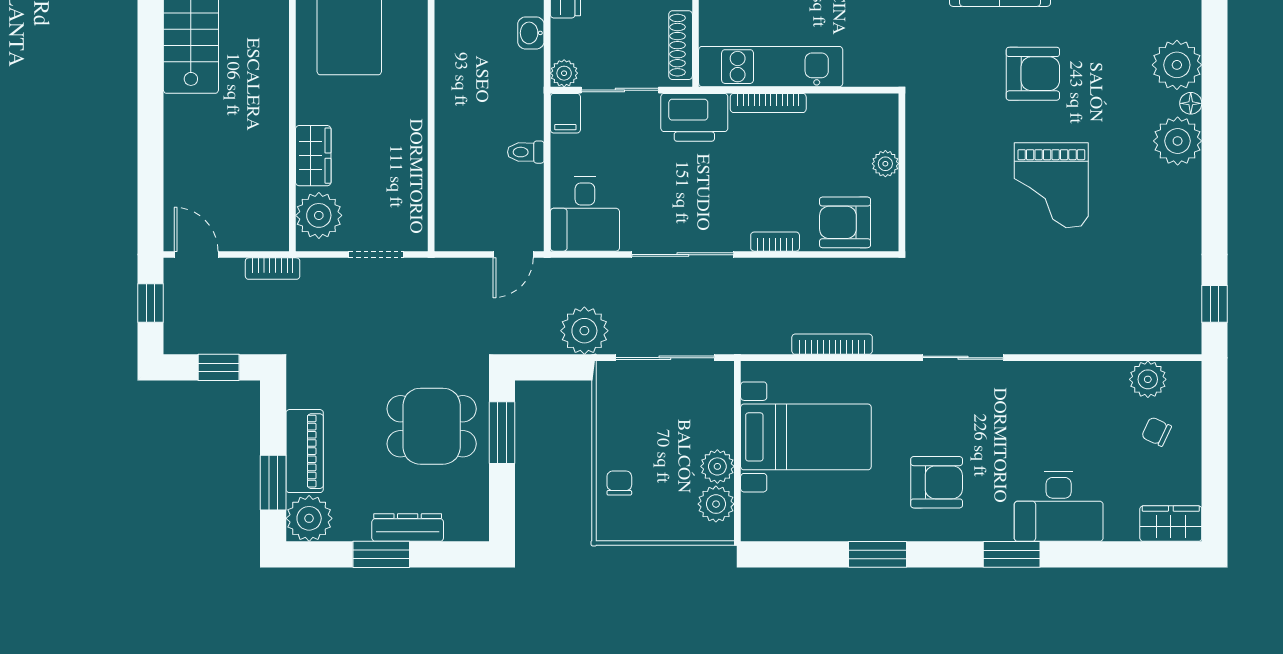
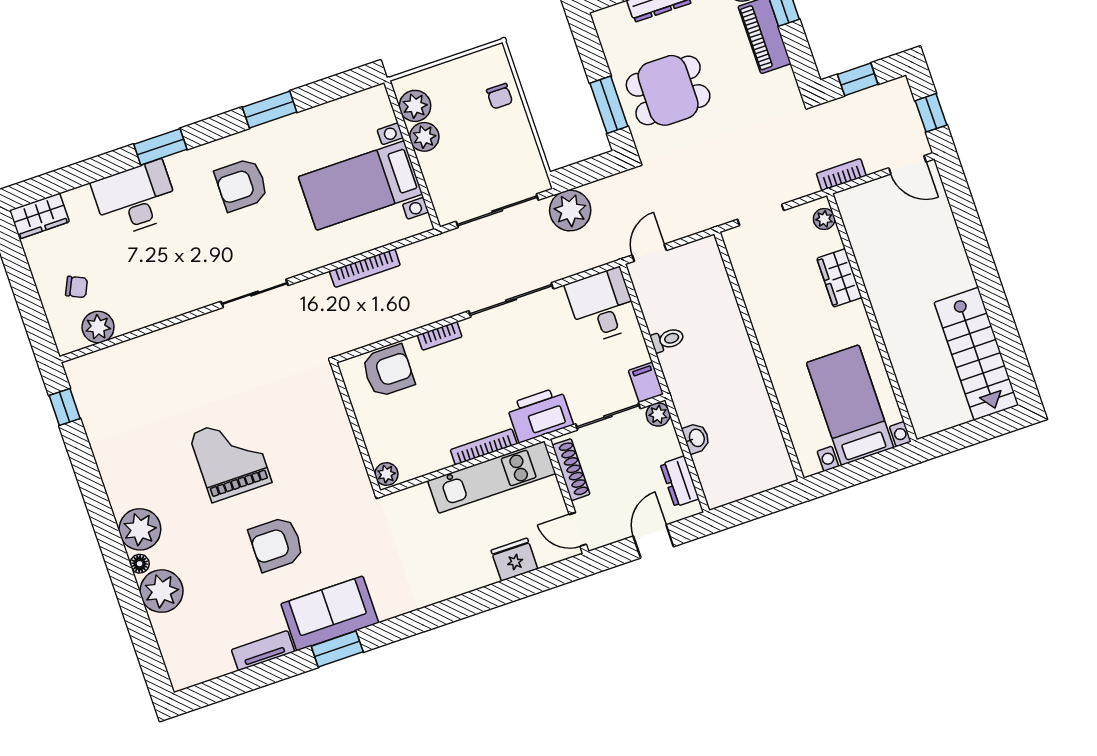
plant: (885, 164) -> (386, 474), moved
plant: (319, 215) -> (824, 219), width x0.53, depth x0.53

